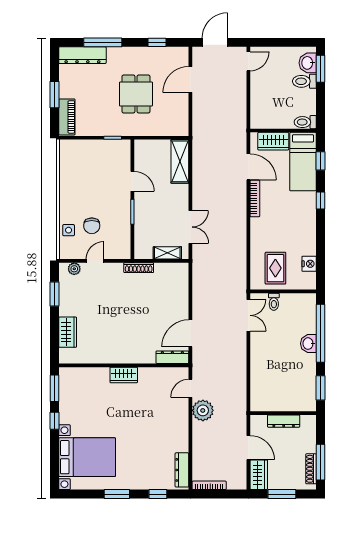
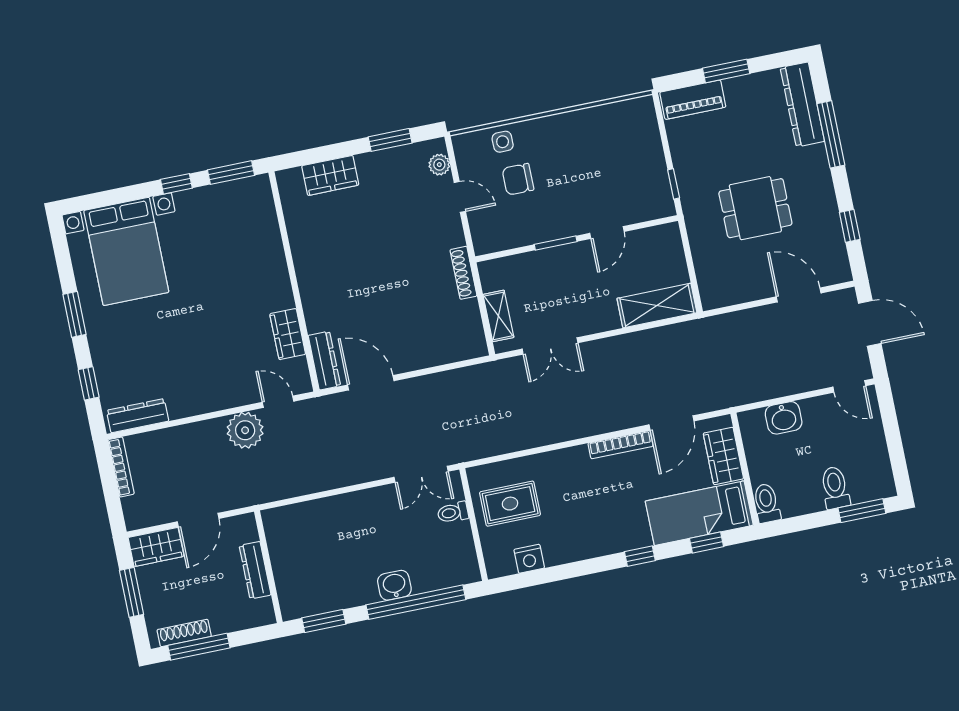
washbasin: (308, 63) -> (784, 418), moved, turned 180
wardrobe: (124, 375) -> (288, 334), moved

